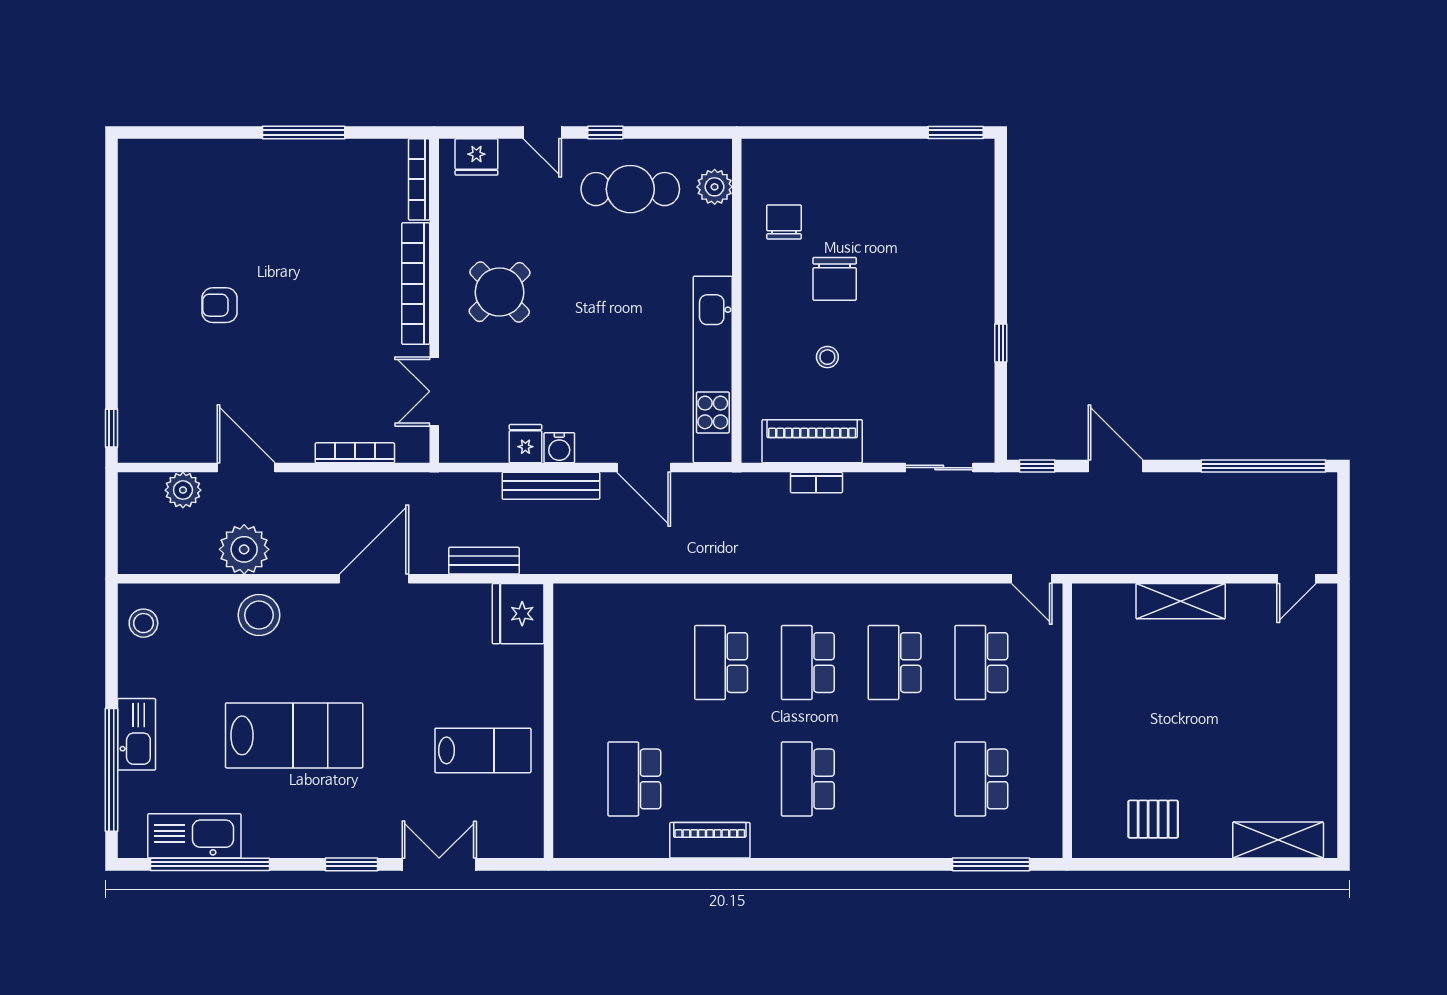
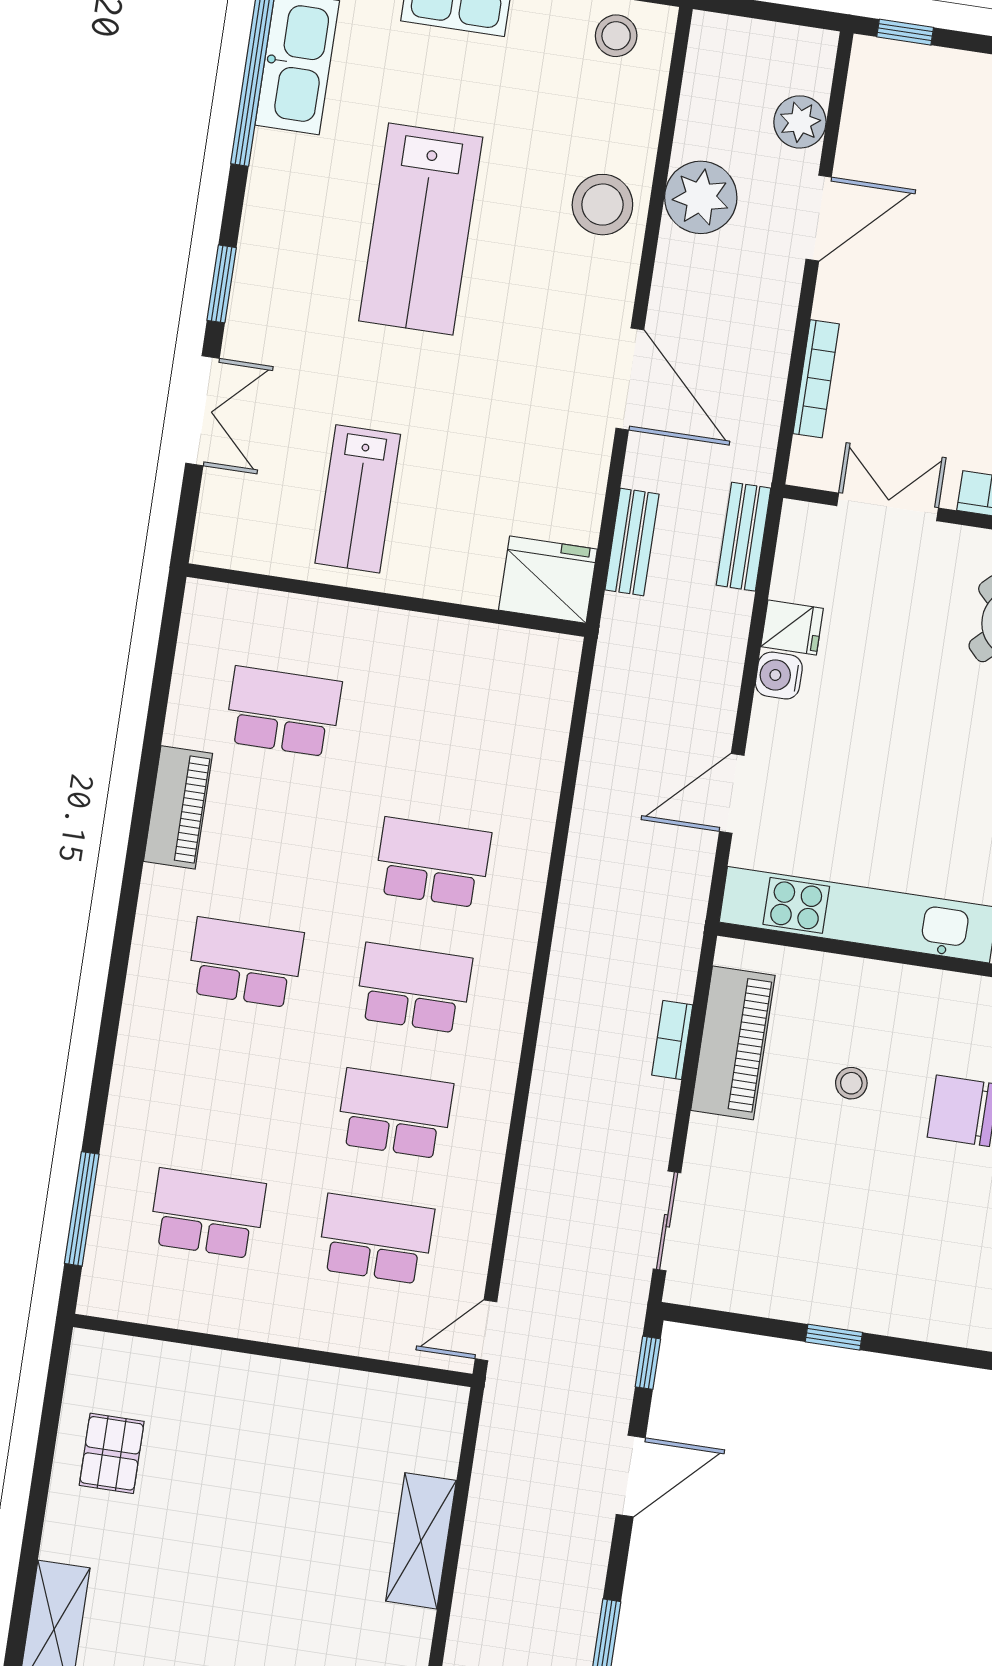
bench: (551, 486) -> (743, 537), moved, width x0.73

